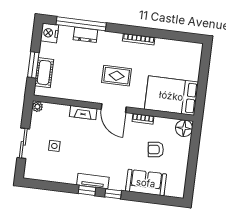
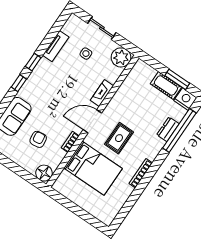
window: (33, 65) -> (177, 79), moved
cot: (44, 73) -> (166, 86), moved
bed: (171, 96) -> (93, 168), moved, turned 90
plant: (37, 107) -> (121, 57), width x1.88, depth x1.88
tv unit: (93, 181) -> (56, 46), moved

